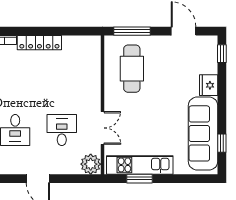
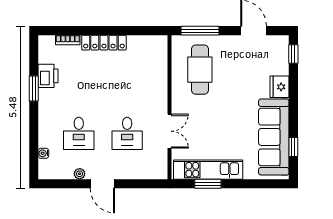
desk: (62, 130) -> (127, 133), turned 180
plant: (91, 164) -> (80, 174), moved, width x0.53, depth x0.53

